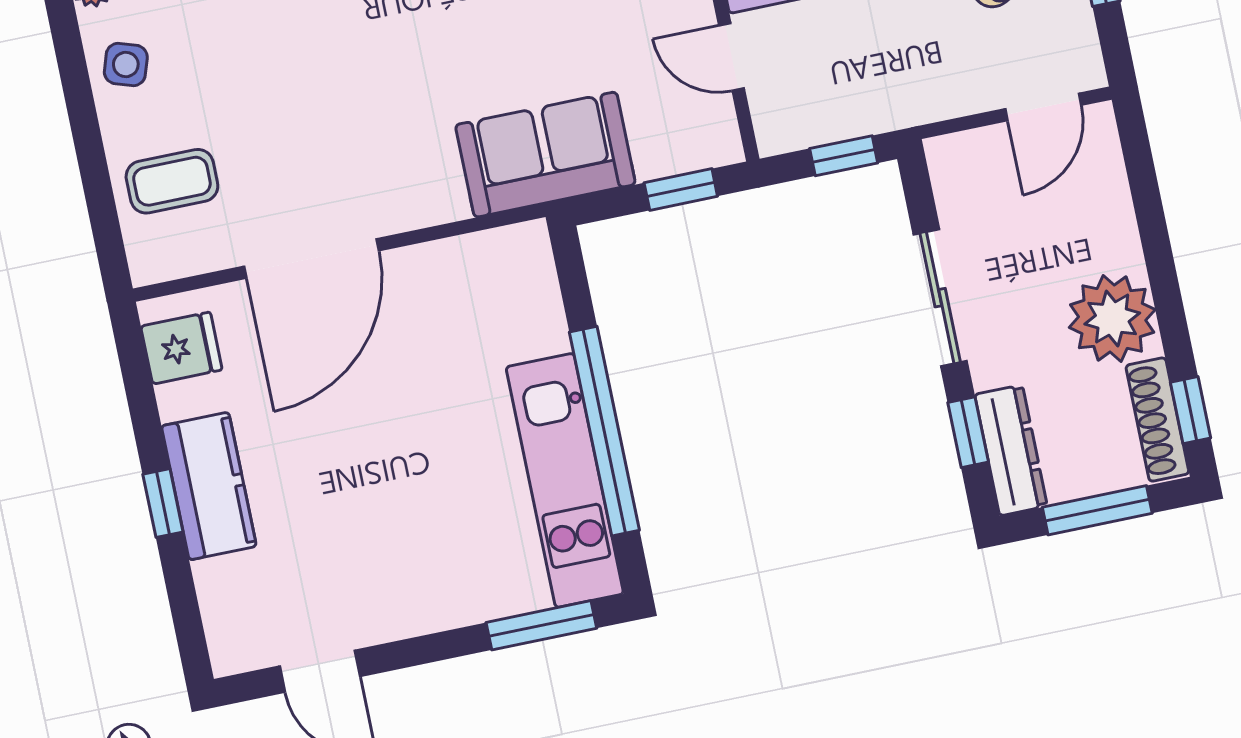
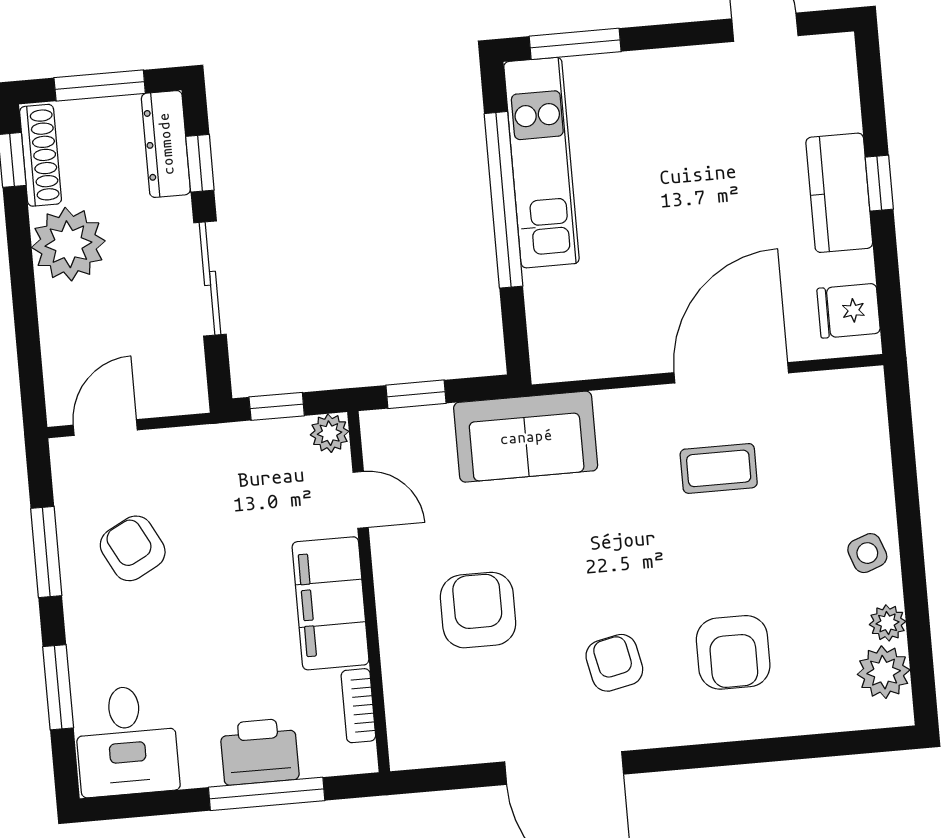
side table: (126, 64) -> (867, 553), turned -38
plant: (777, 131) -> (330, 433), added
coffee table: (172, 181) -> (719, 468), moved

